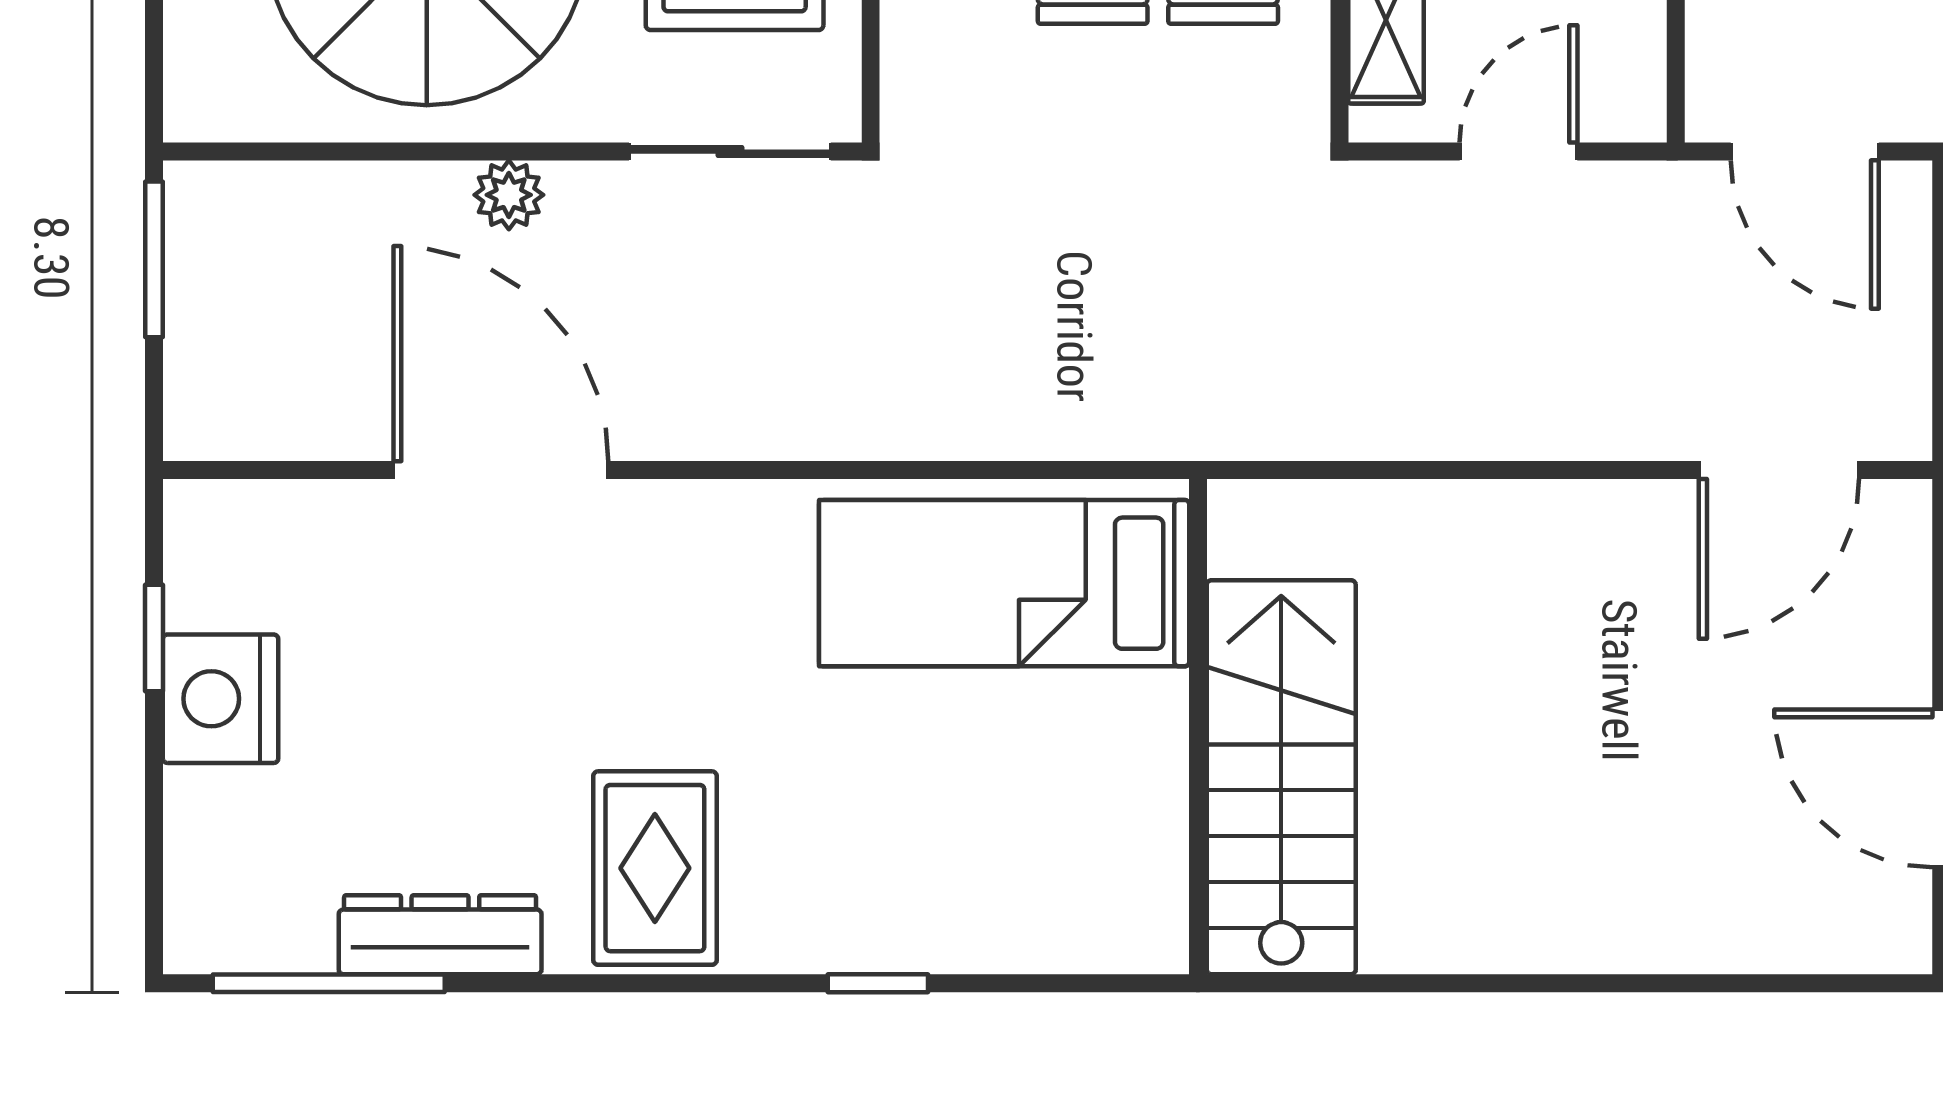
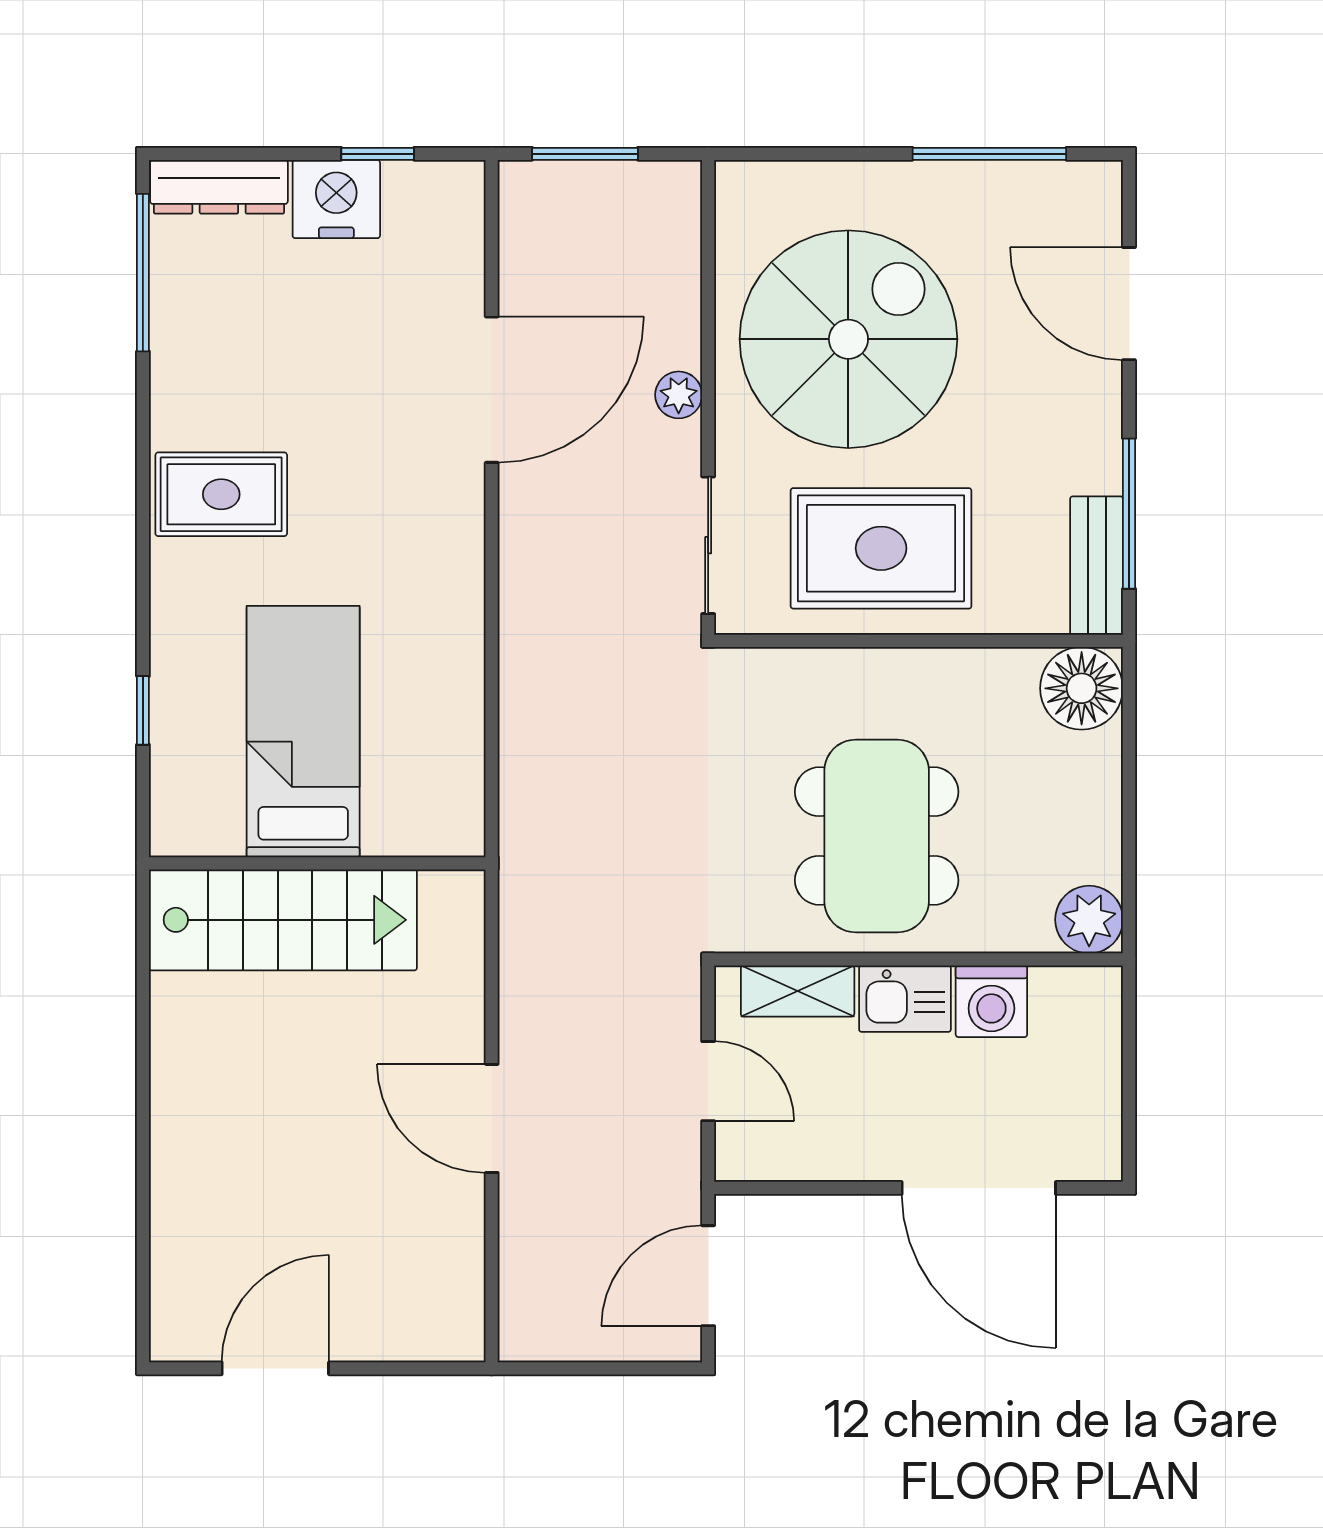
window: (154, 259) -> (585, 154), moved
door: (1779, 470) -> (492, 1118), moved
bed: (1004, 583) -> (303, 732), moved
dresser: (440, 935) -> (219, 187), moved, turned 90
window: (878, 983) -> (143, 710), moved

